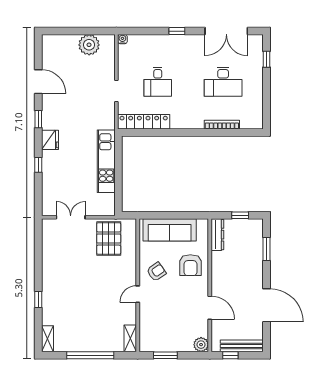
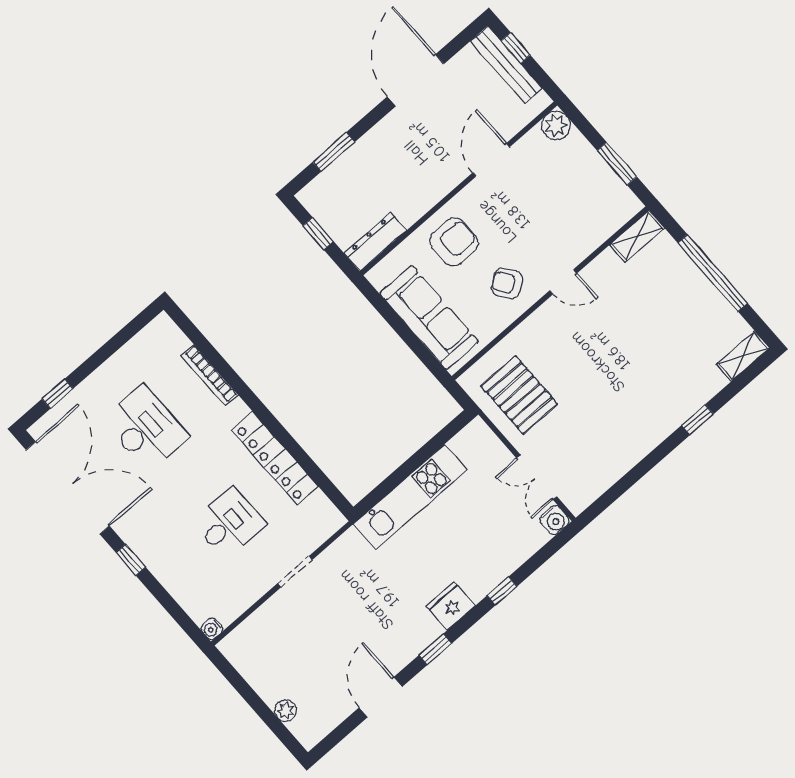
double door: (226, 31) -> (68, 488), width x1.36
plant: (89, 45) -> (286, 711), moved, width x0.53, depth x0.53
locker: (144, 122) -> (275, 458), moved
water cooler: (48, 210) -> (555, 520), added
pallet: (109, 239) -> (519, 395), turned 90
window: (230, 355) -> (516, 48), moved

